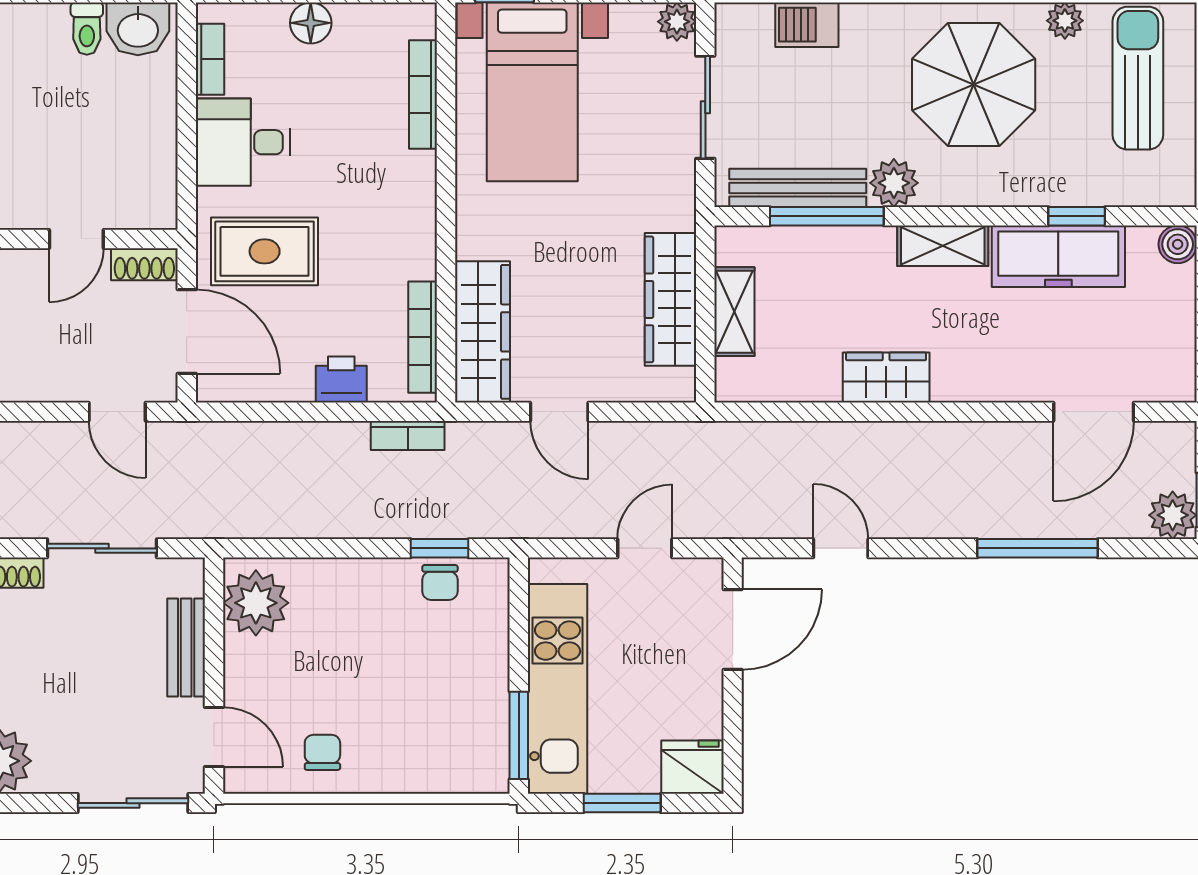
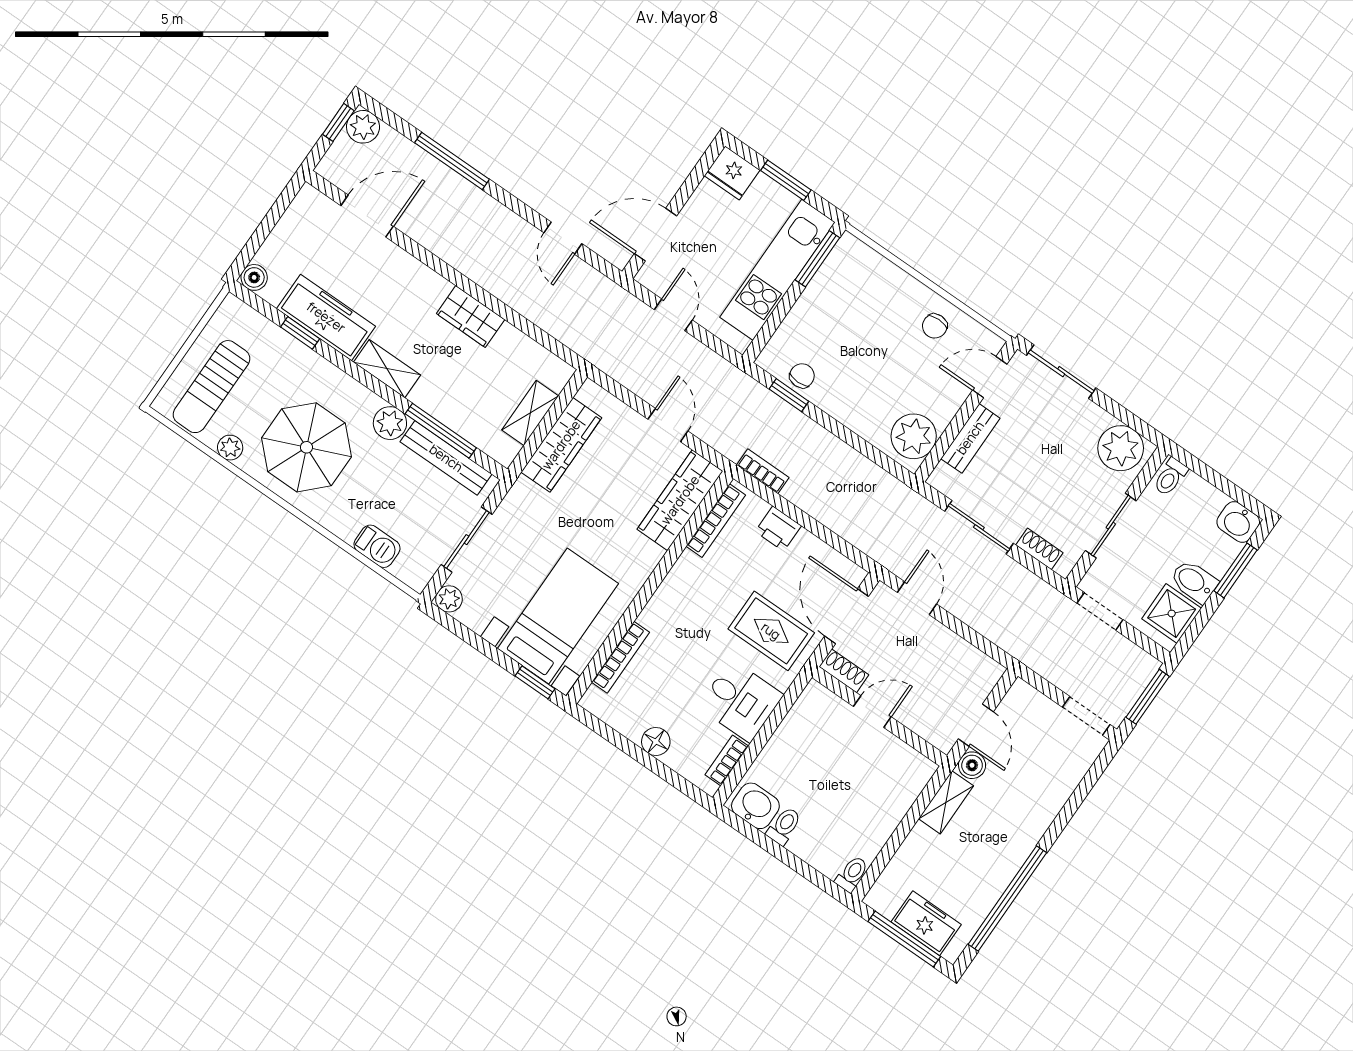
door: (645, 548) -> (673, 315), swing flipped
door: (214, 737) -> (990, 377), hinge flipped

